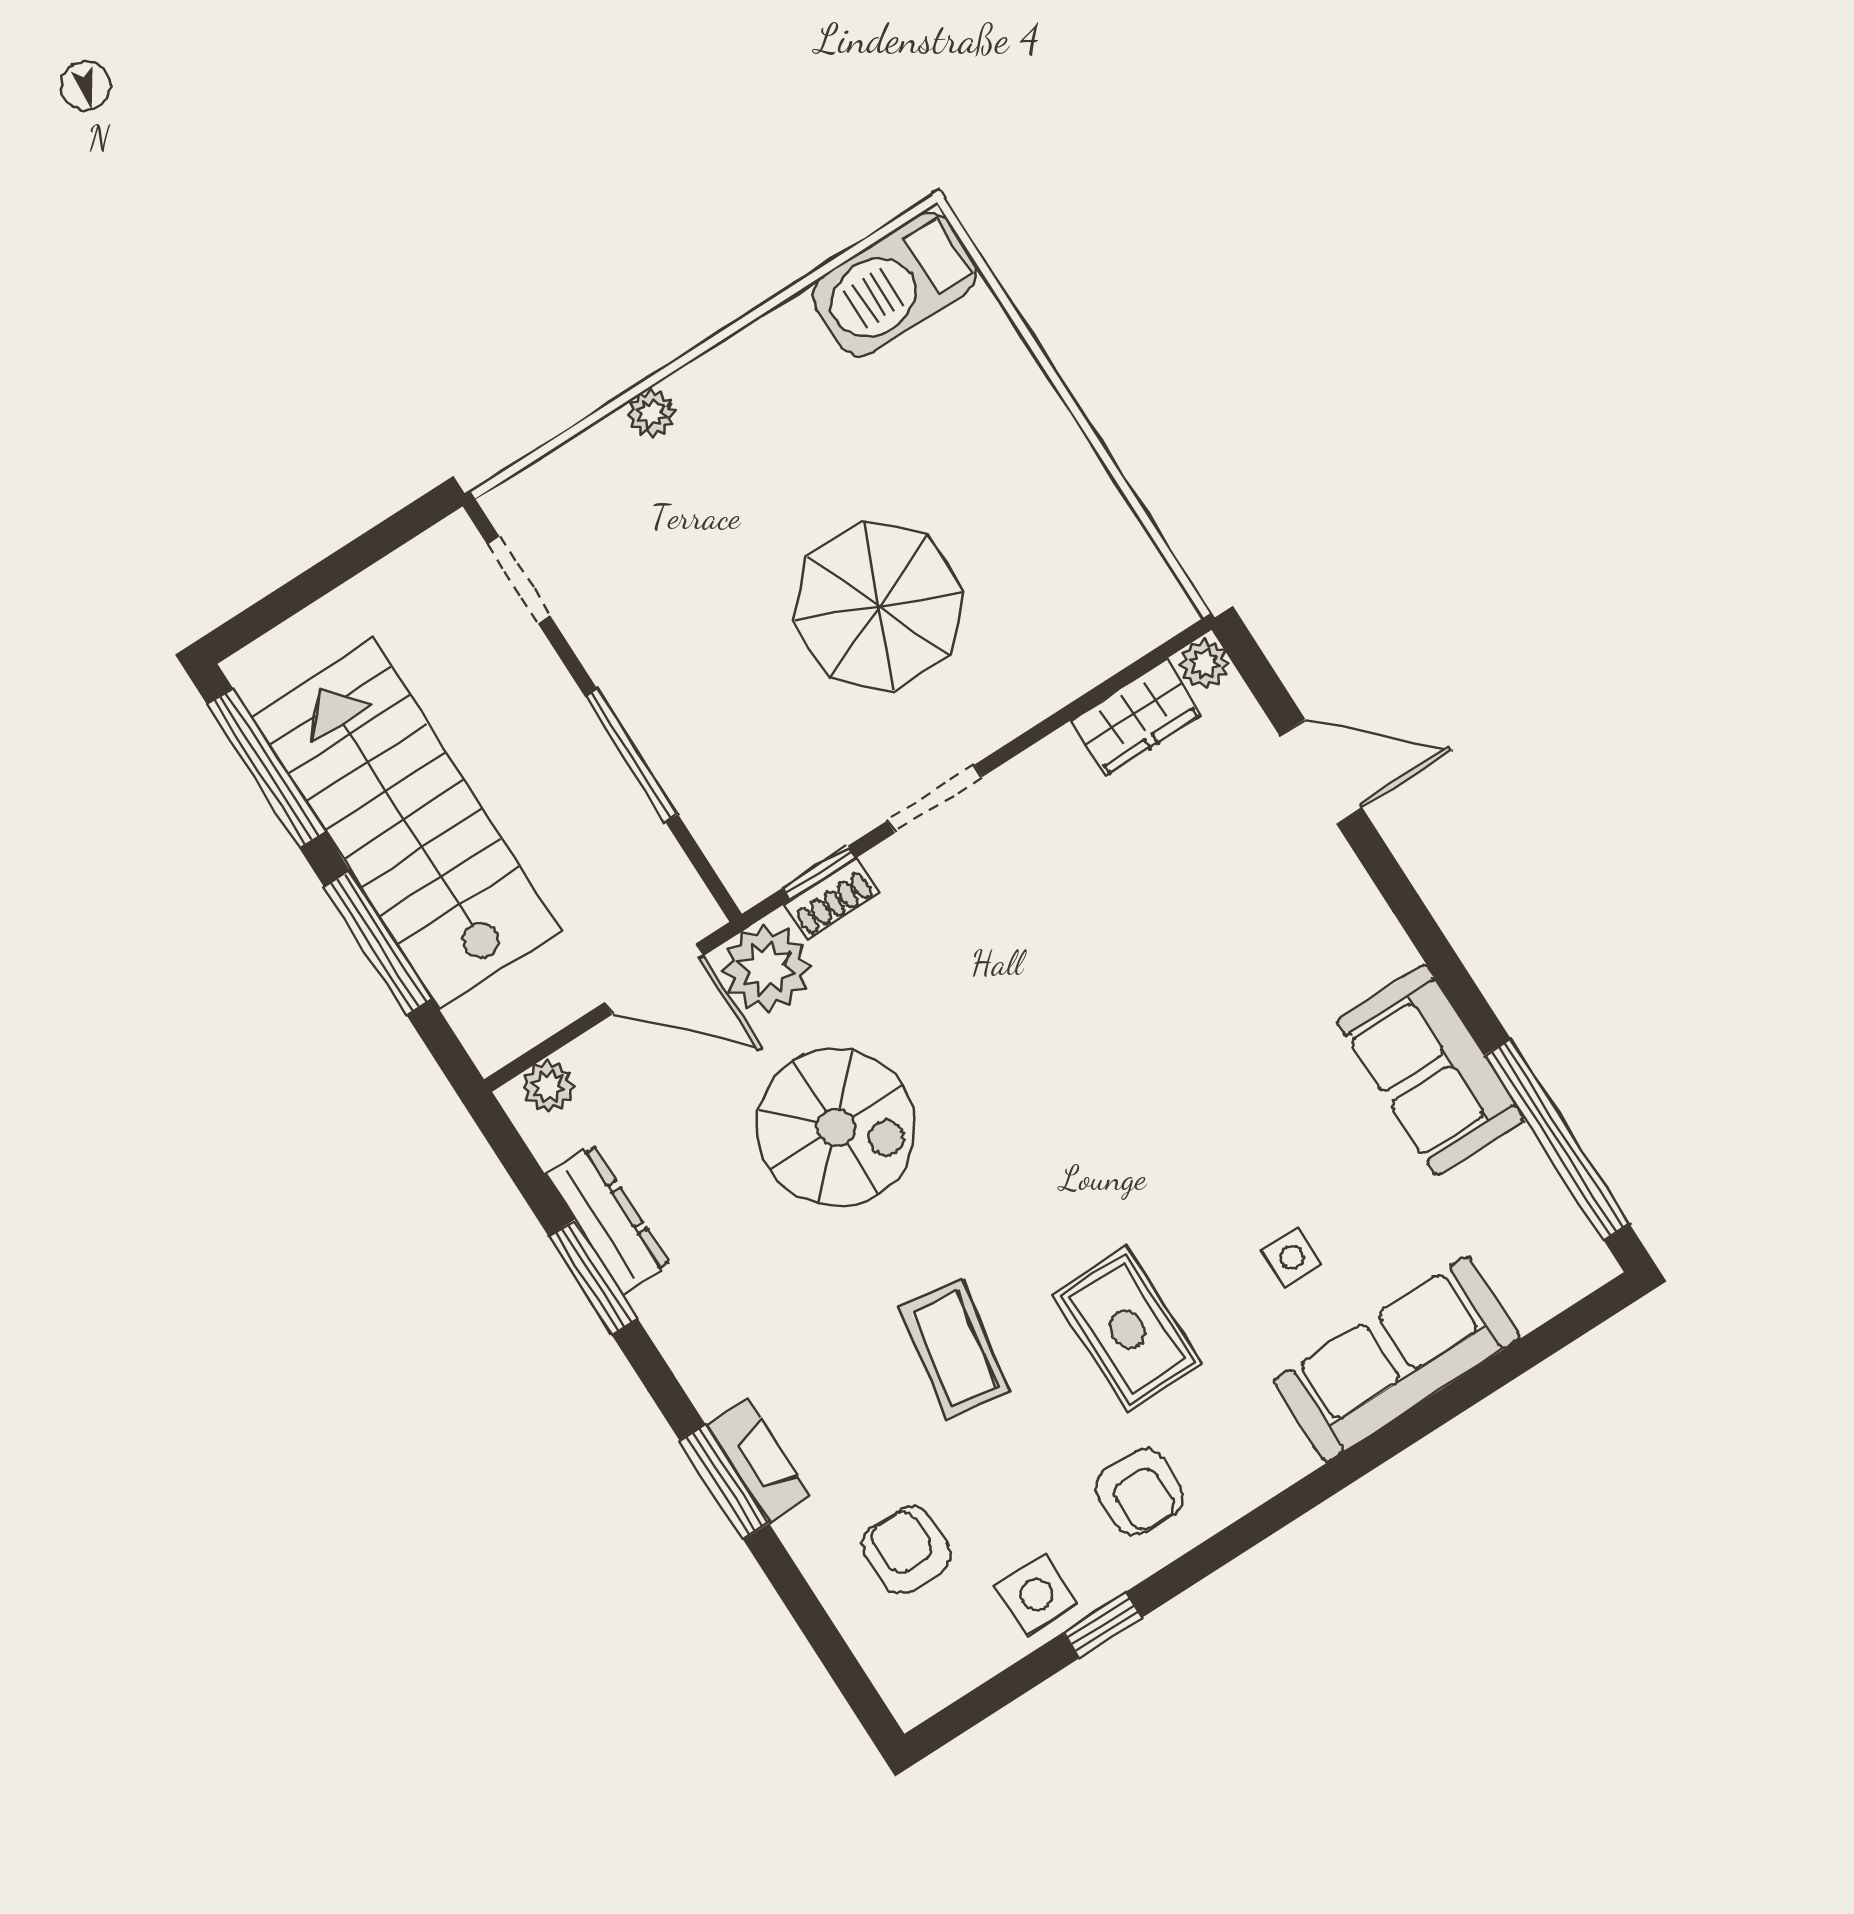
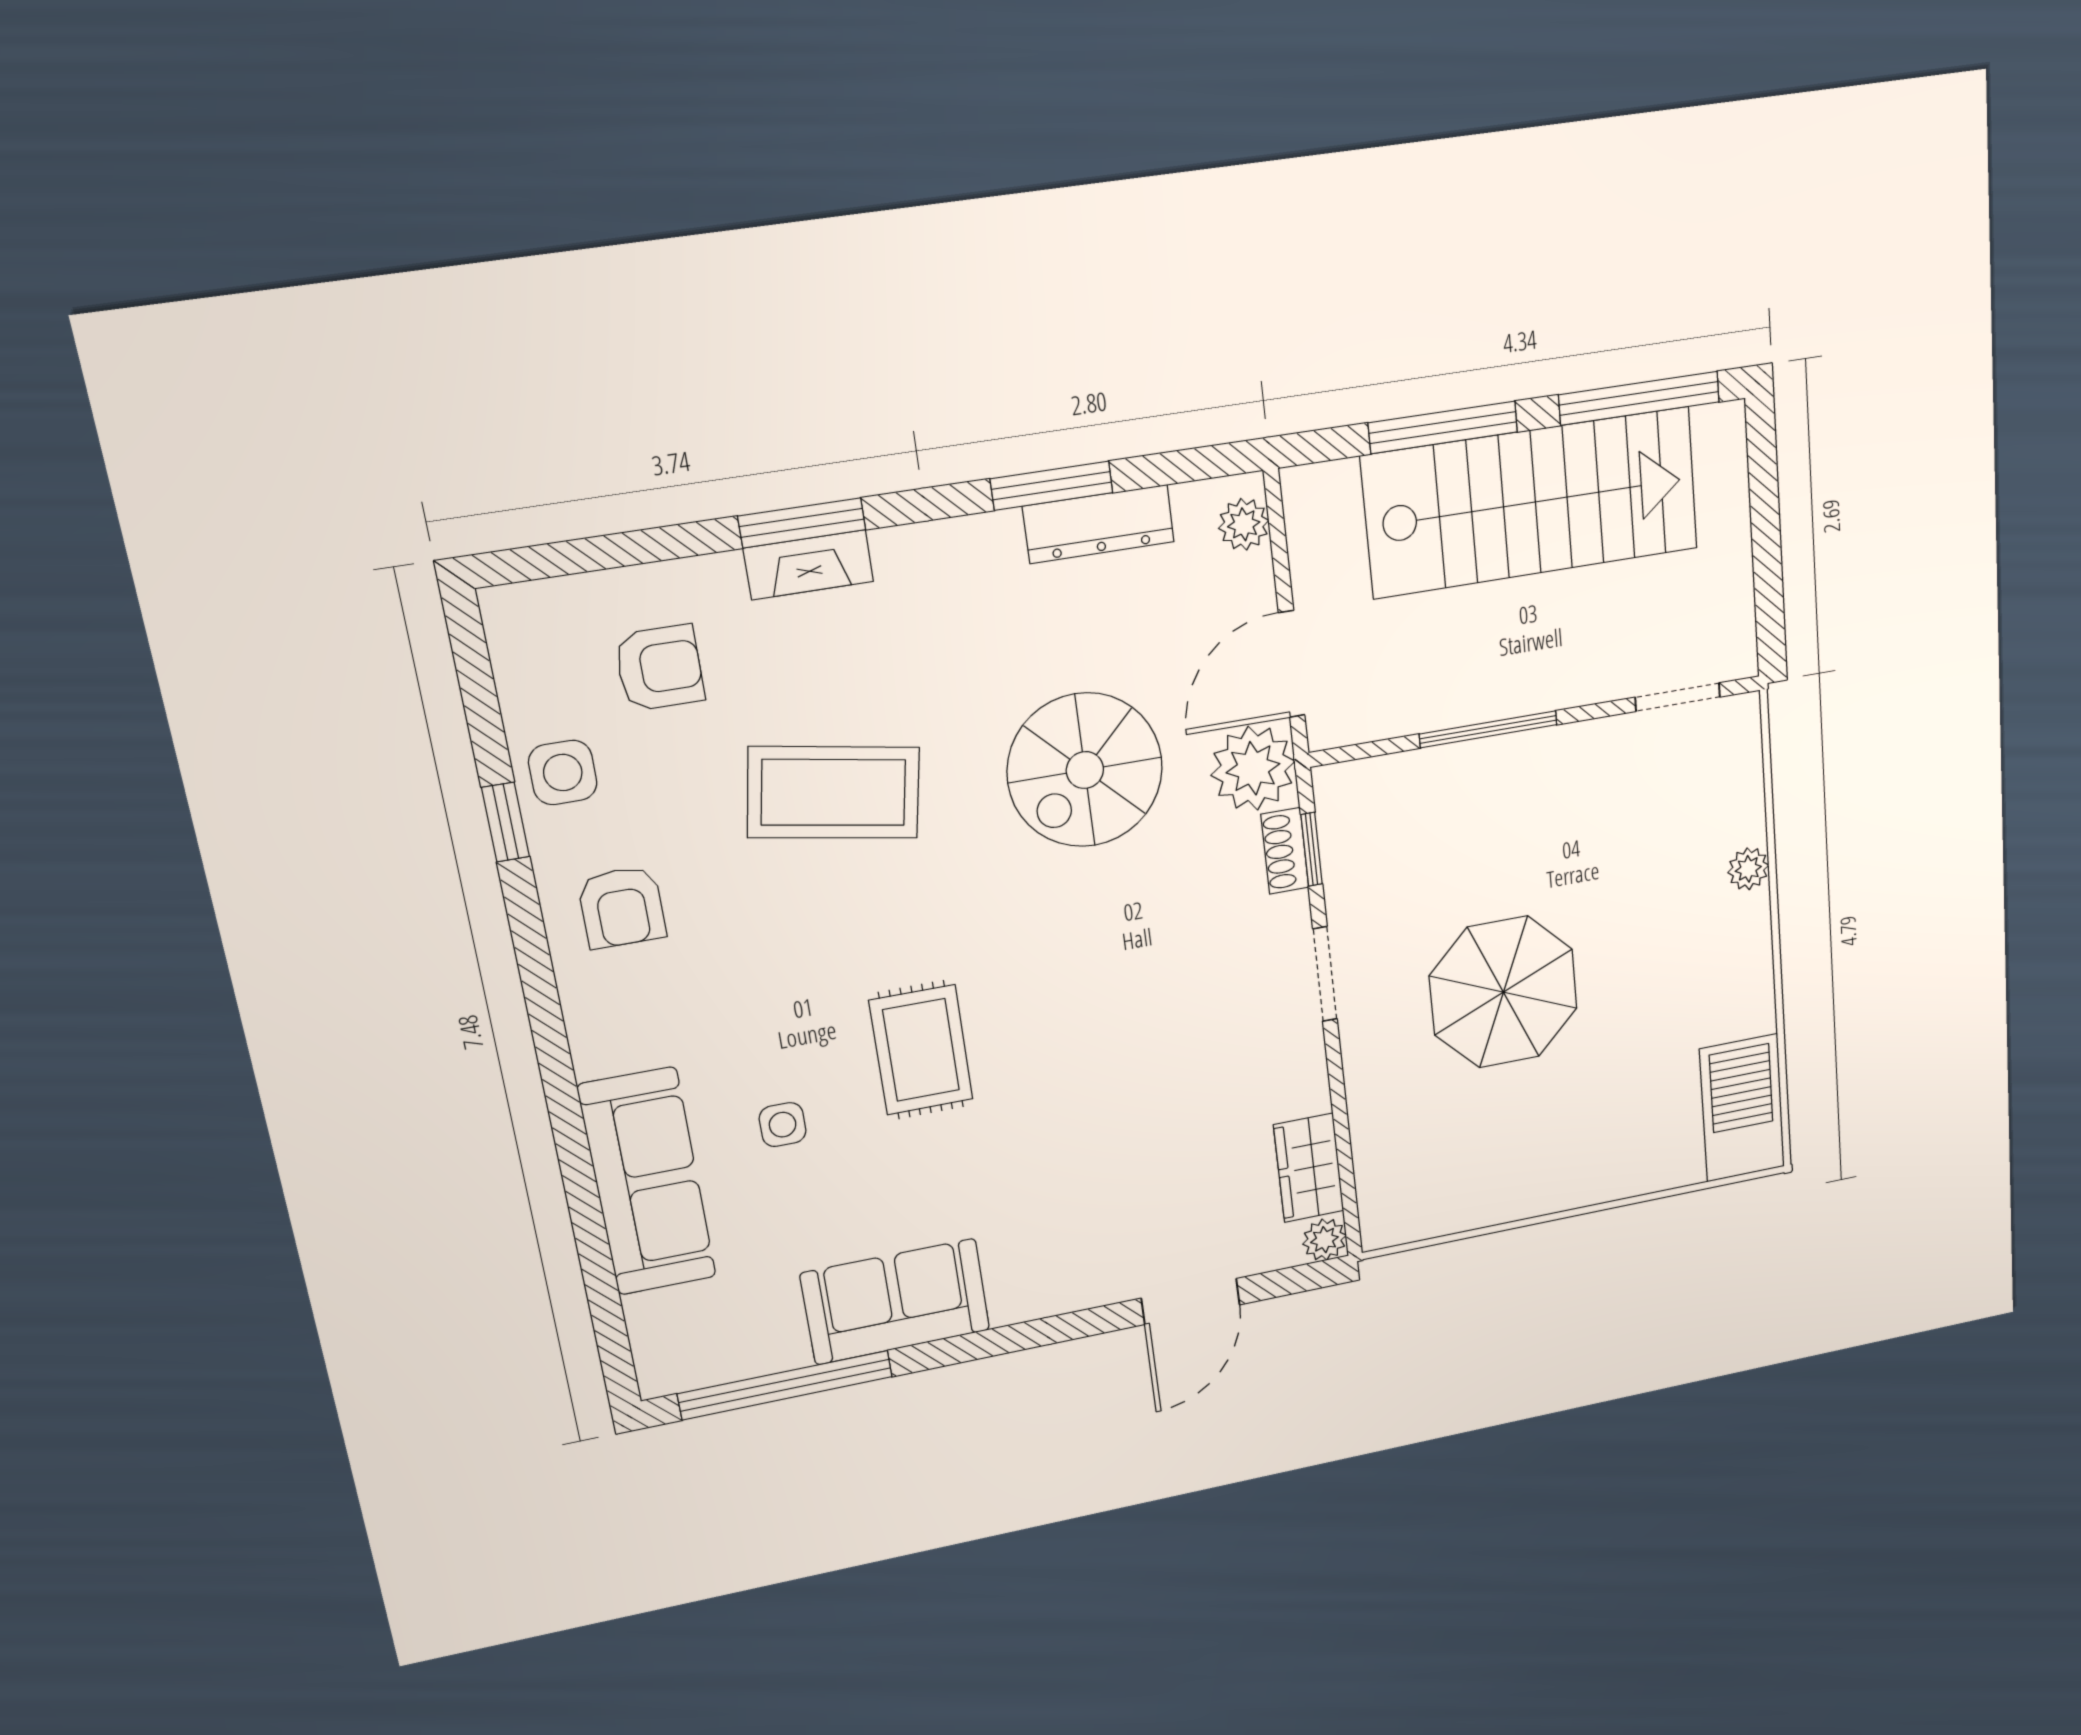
rug: (1127, 1329) -> (921, 1050), moved, turned 90
coffee table: (954, 1349) -> (833, 792), width x1.36, depth x1.32
armchair: (1140, 1492) -> (622, 907), turned -90

